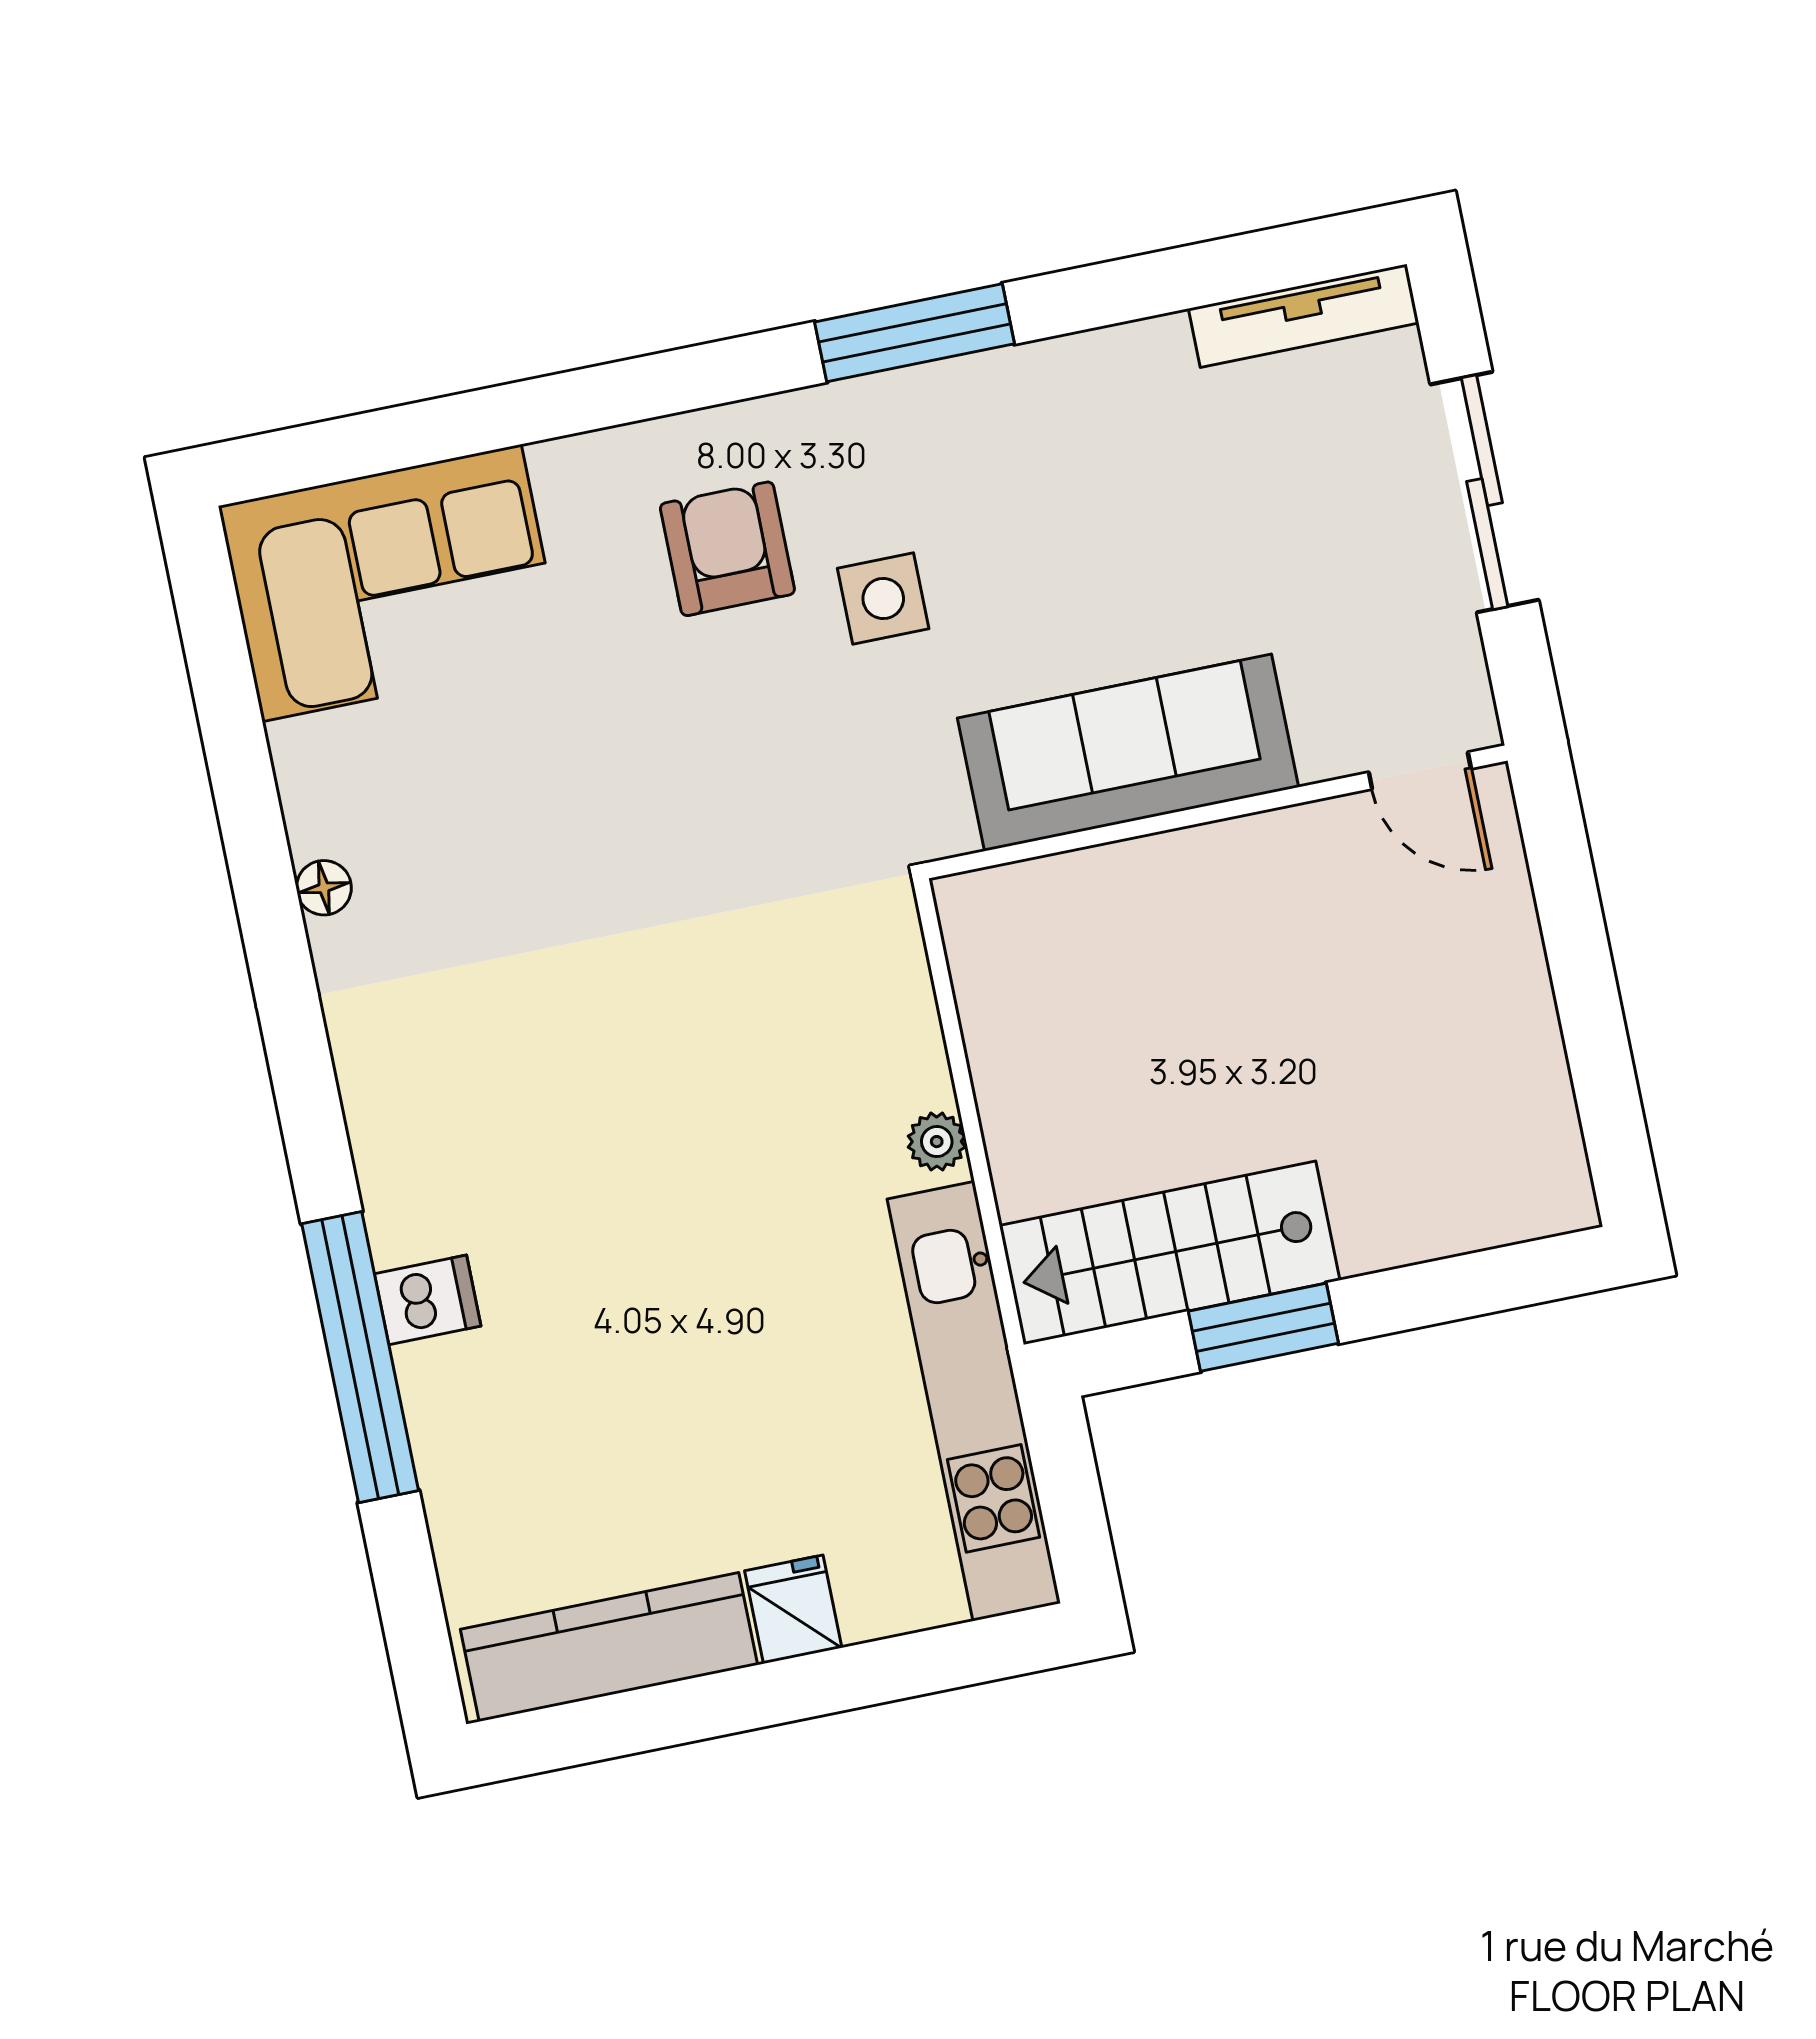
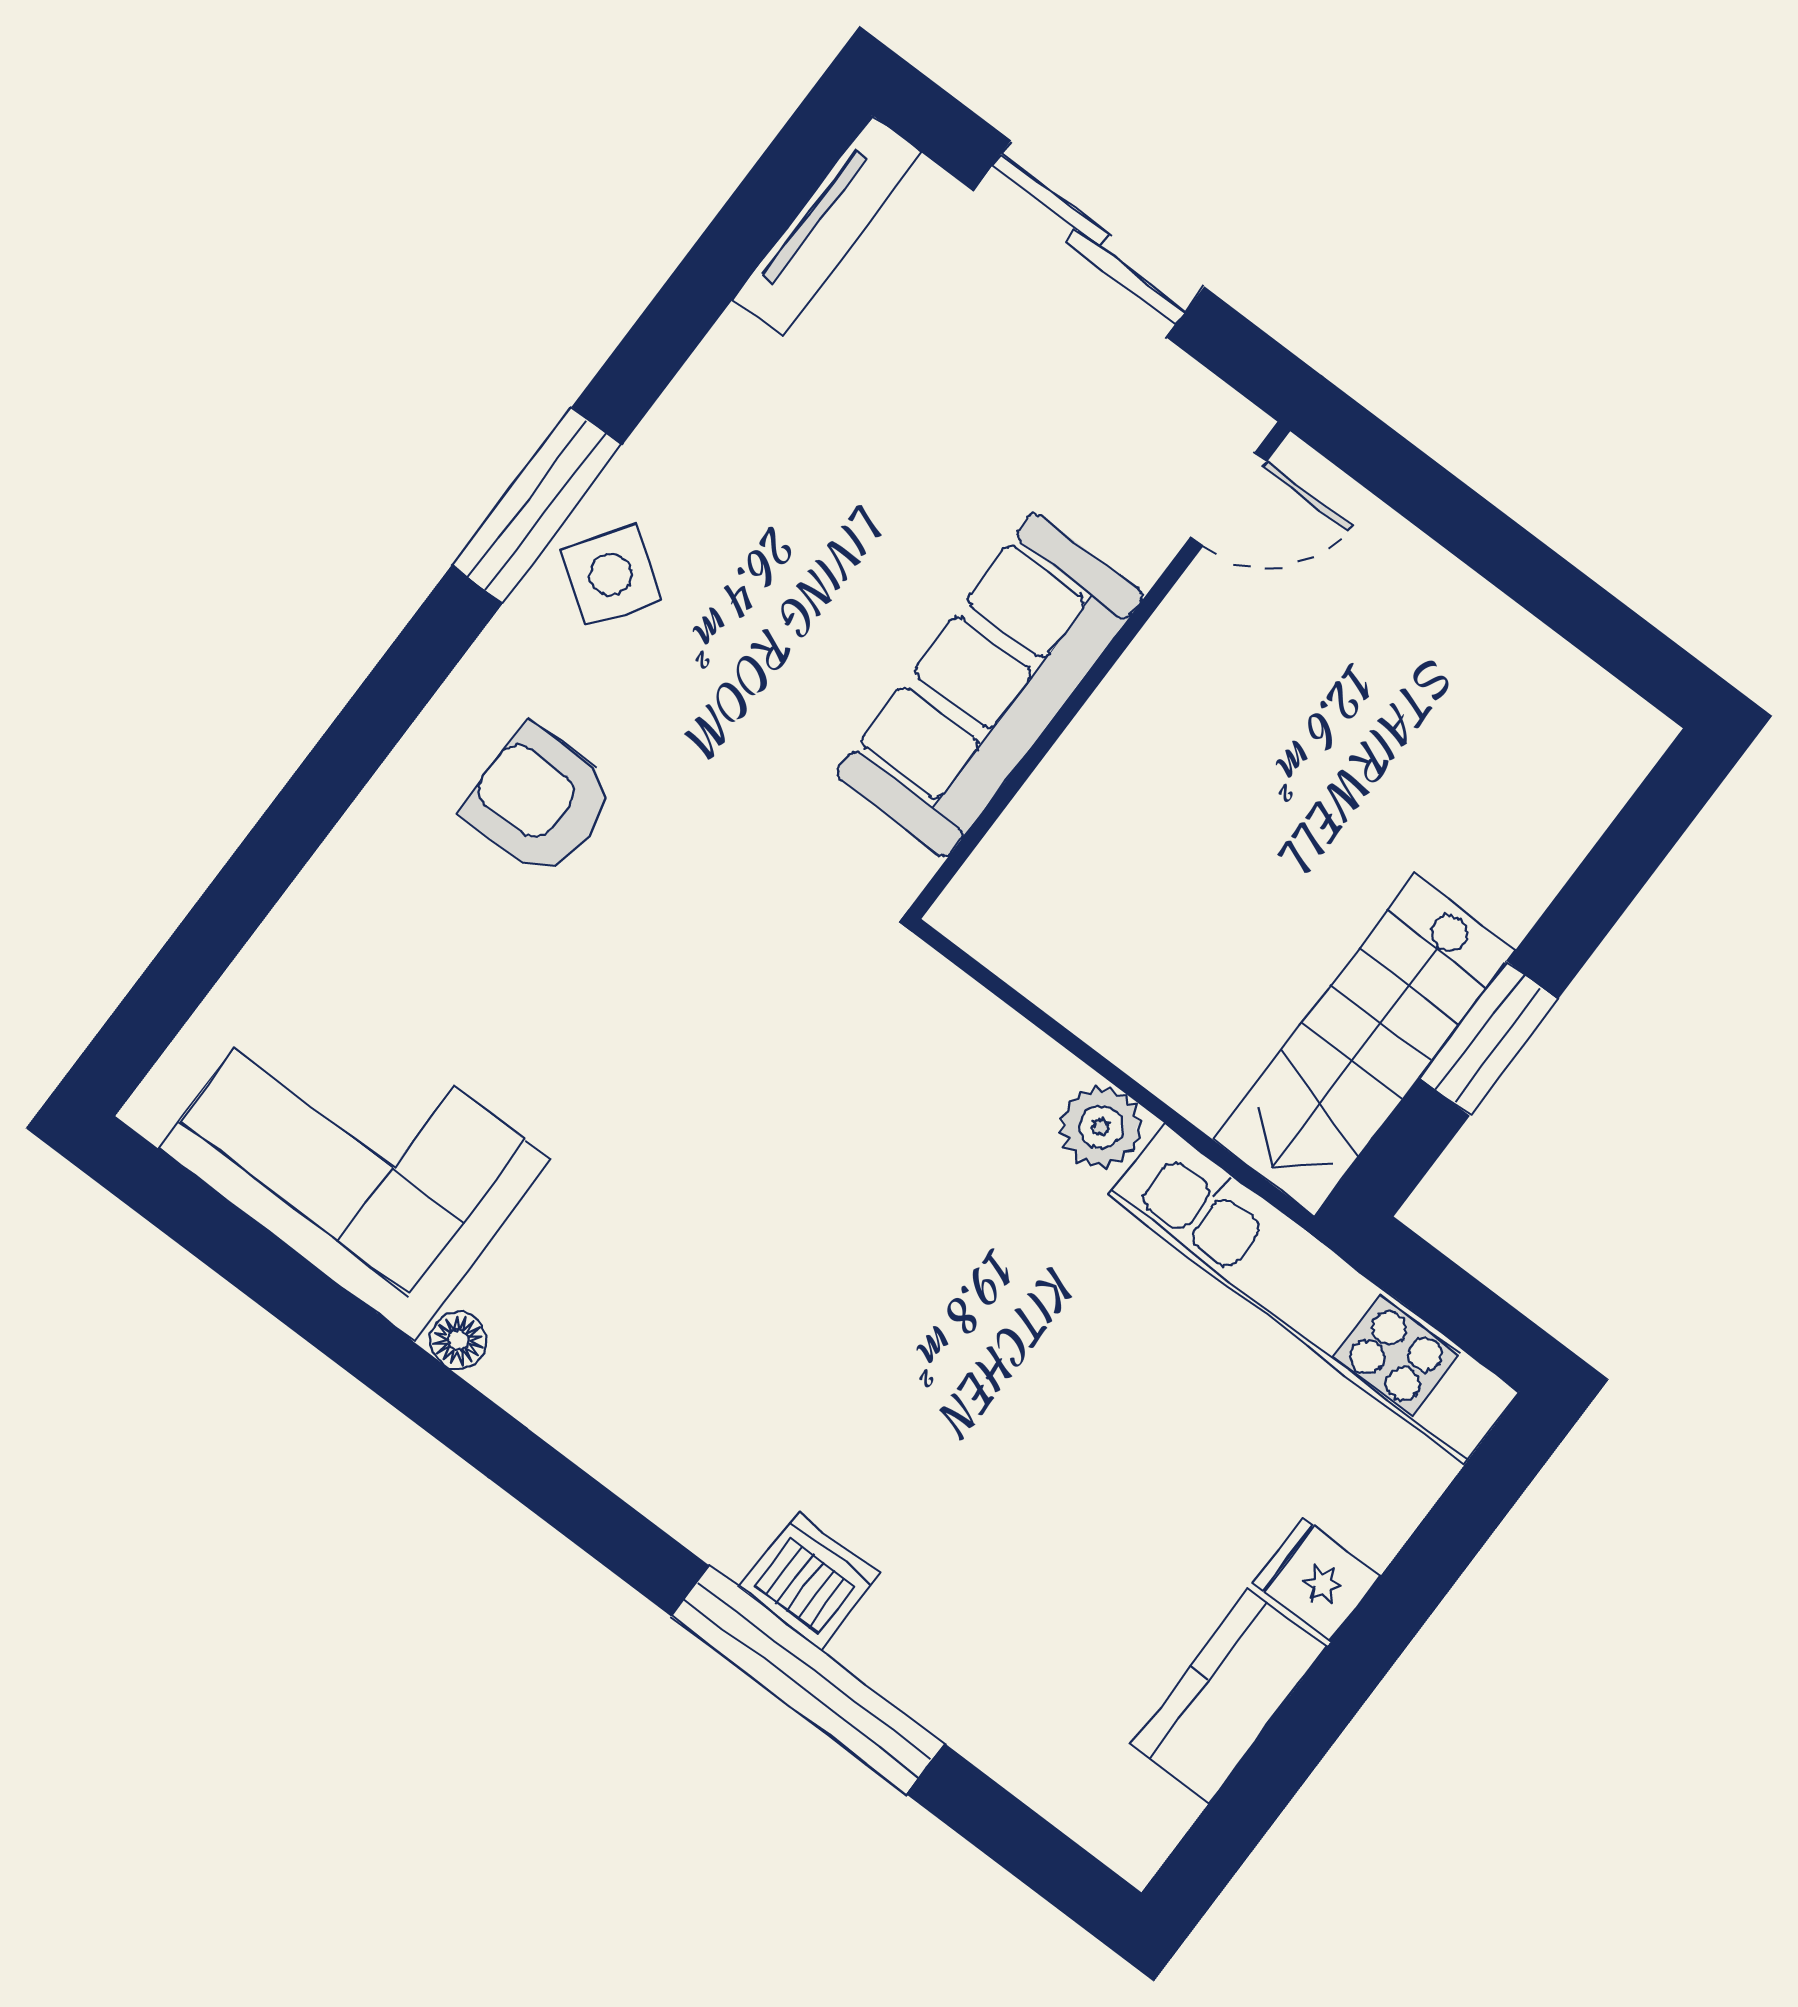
corner sofa: (392, 583) -> (355, 1154), moved, turned -90
side table: (883, 598) -> (611, 575), moved, turned 34
plant: (937, 1142) -> (1101, 1127), width x1.38, depth x1.38
dishwasher: (428, 1300) -> (810, 1581), width x1.38
kitchen counter: (609, 1647) -> (1229, 1695), width x0.67

